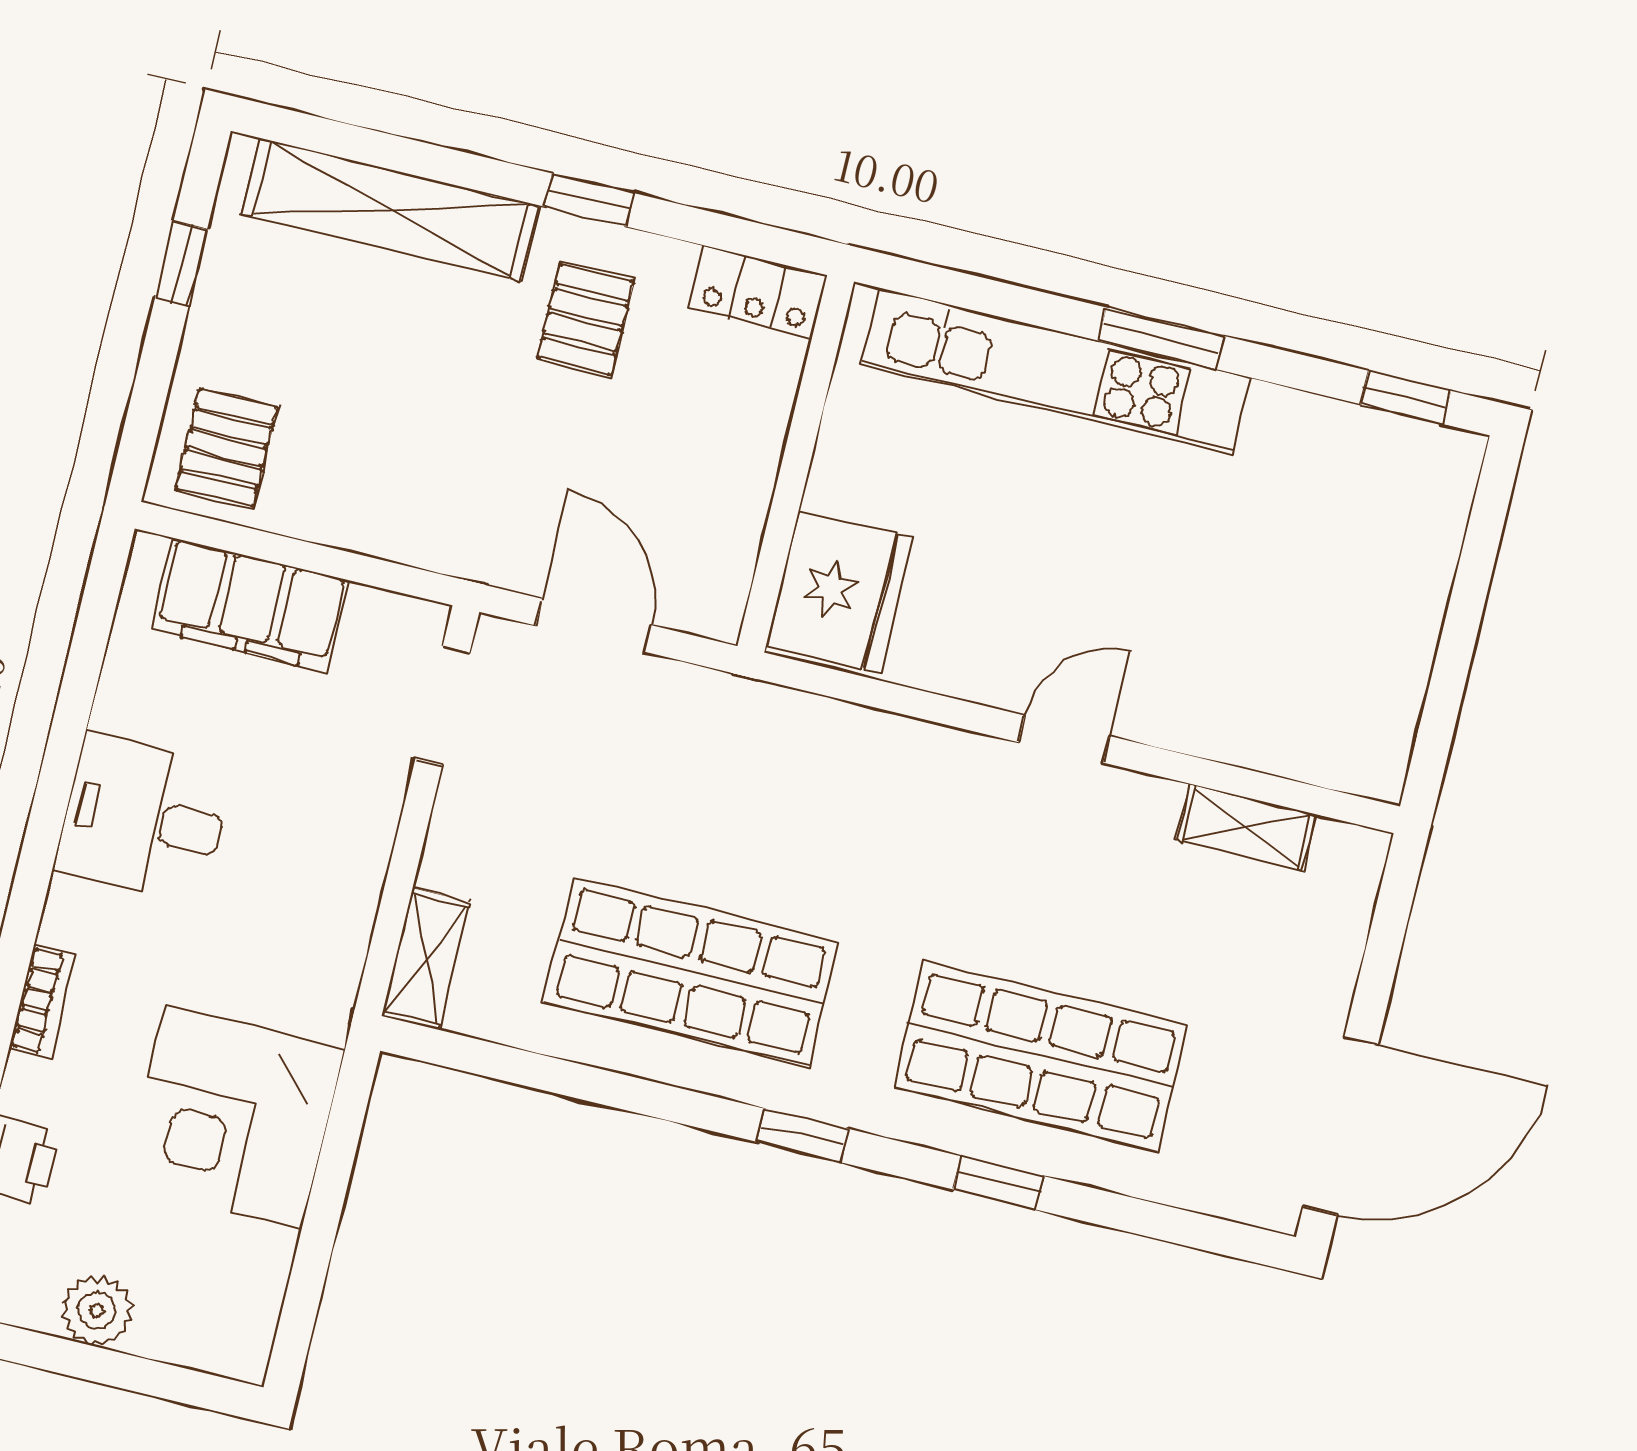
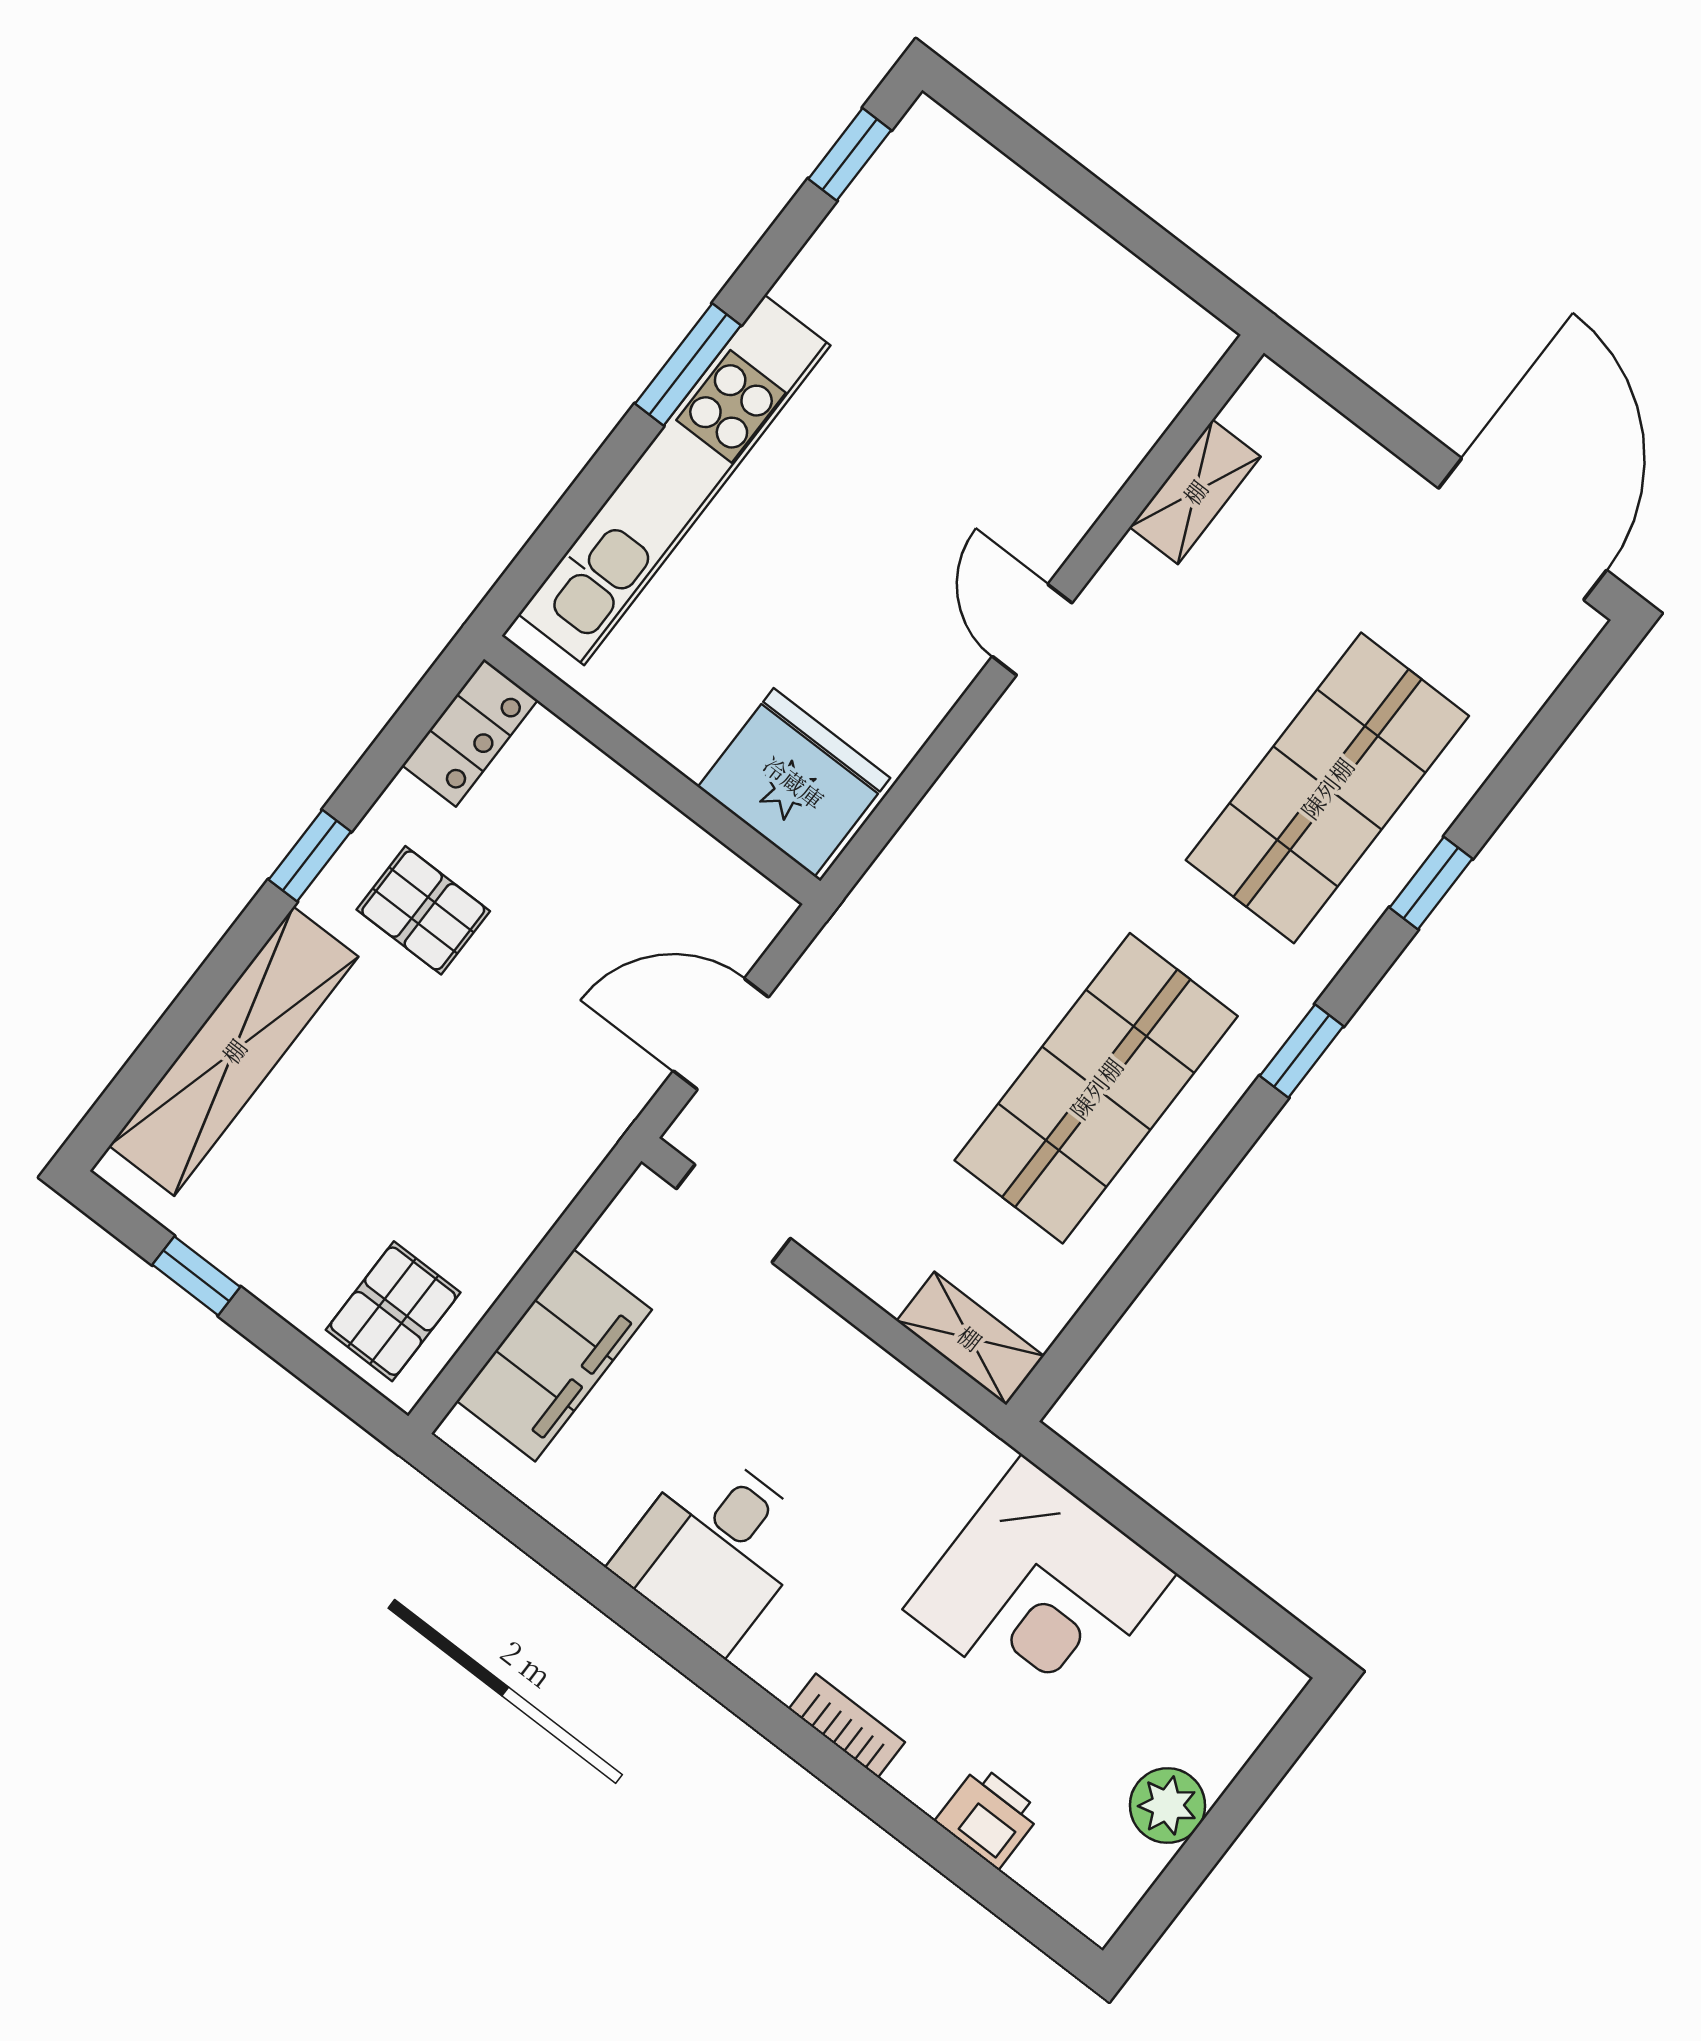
pallet: (226, 448) -> (393, 1311), turned 90

